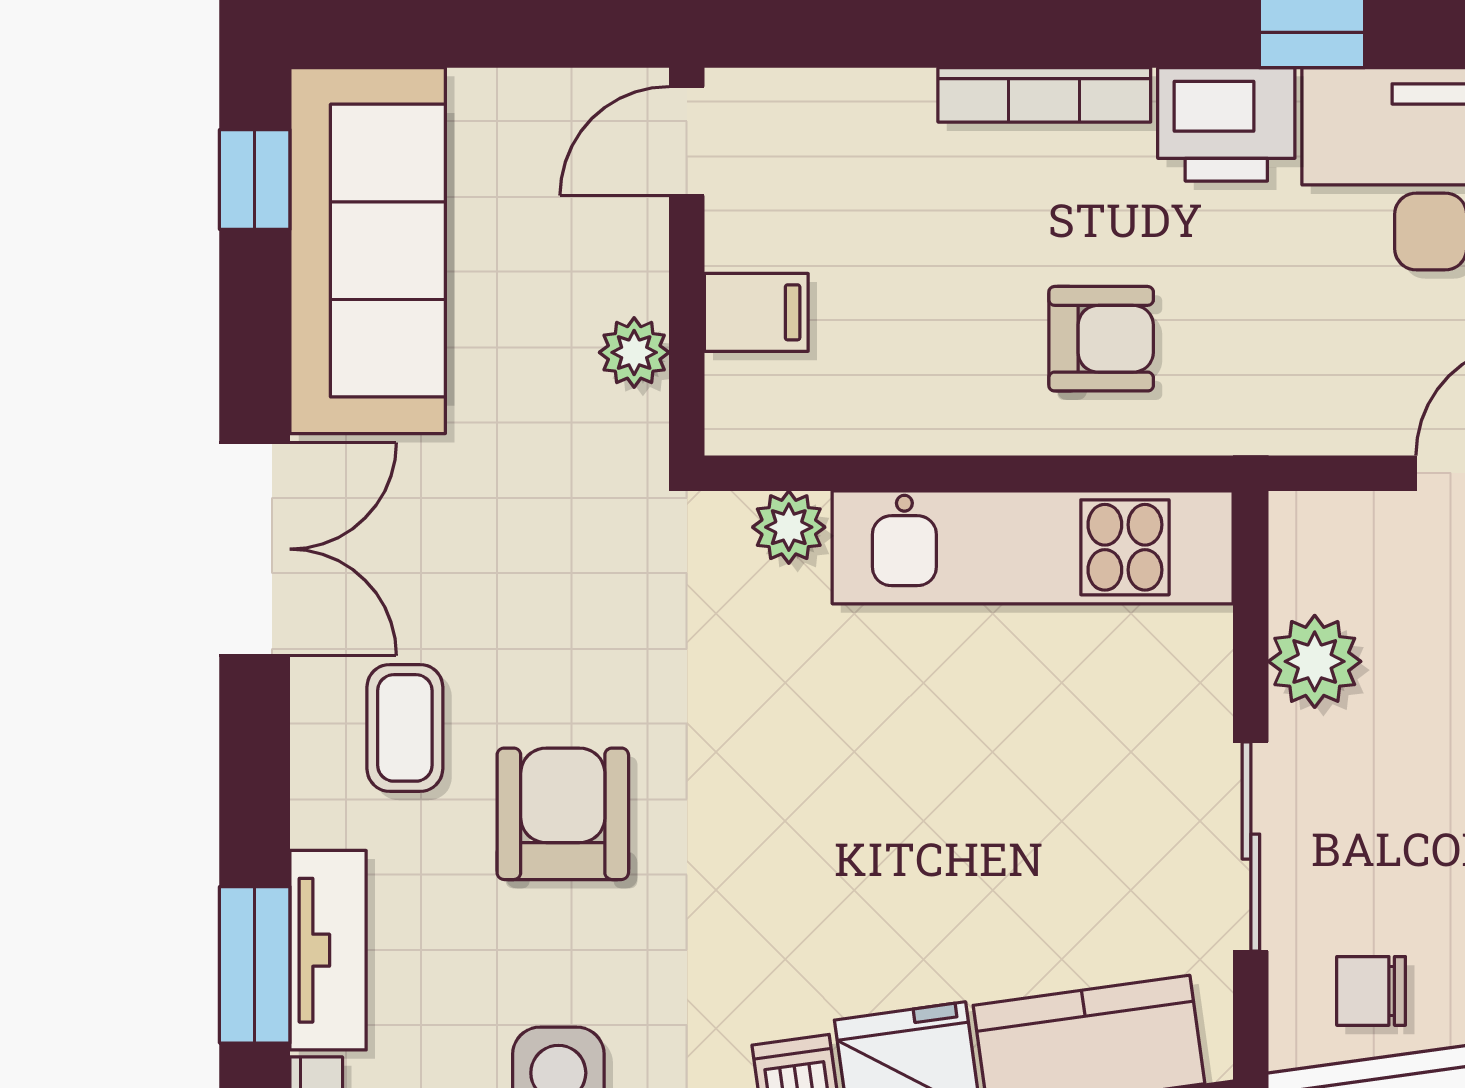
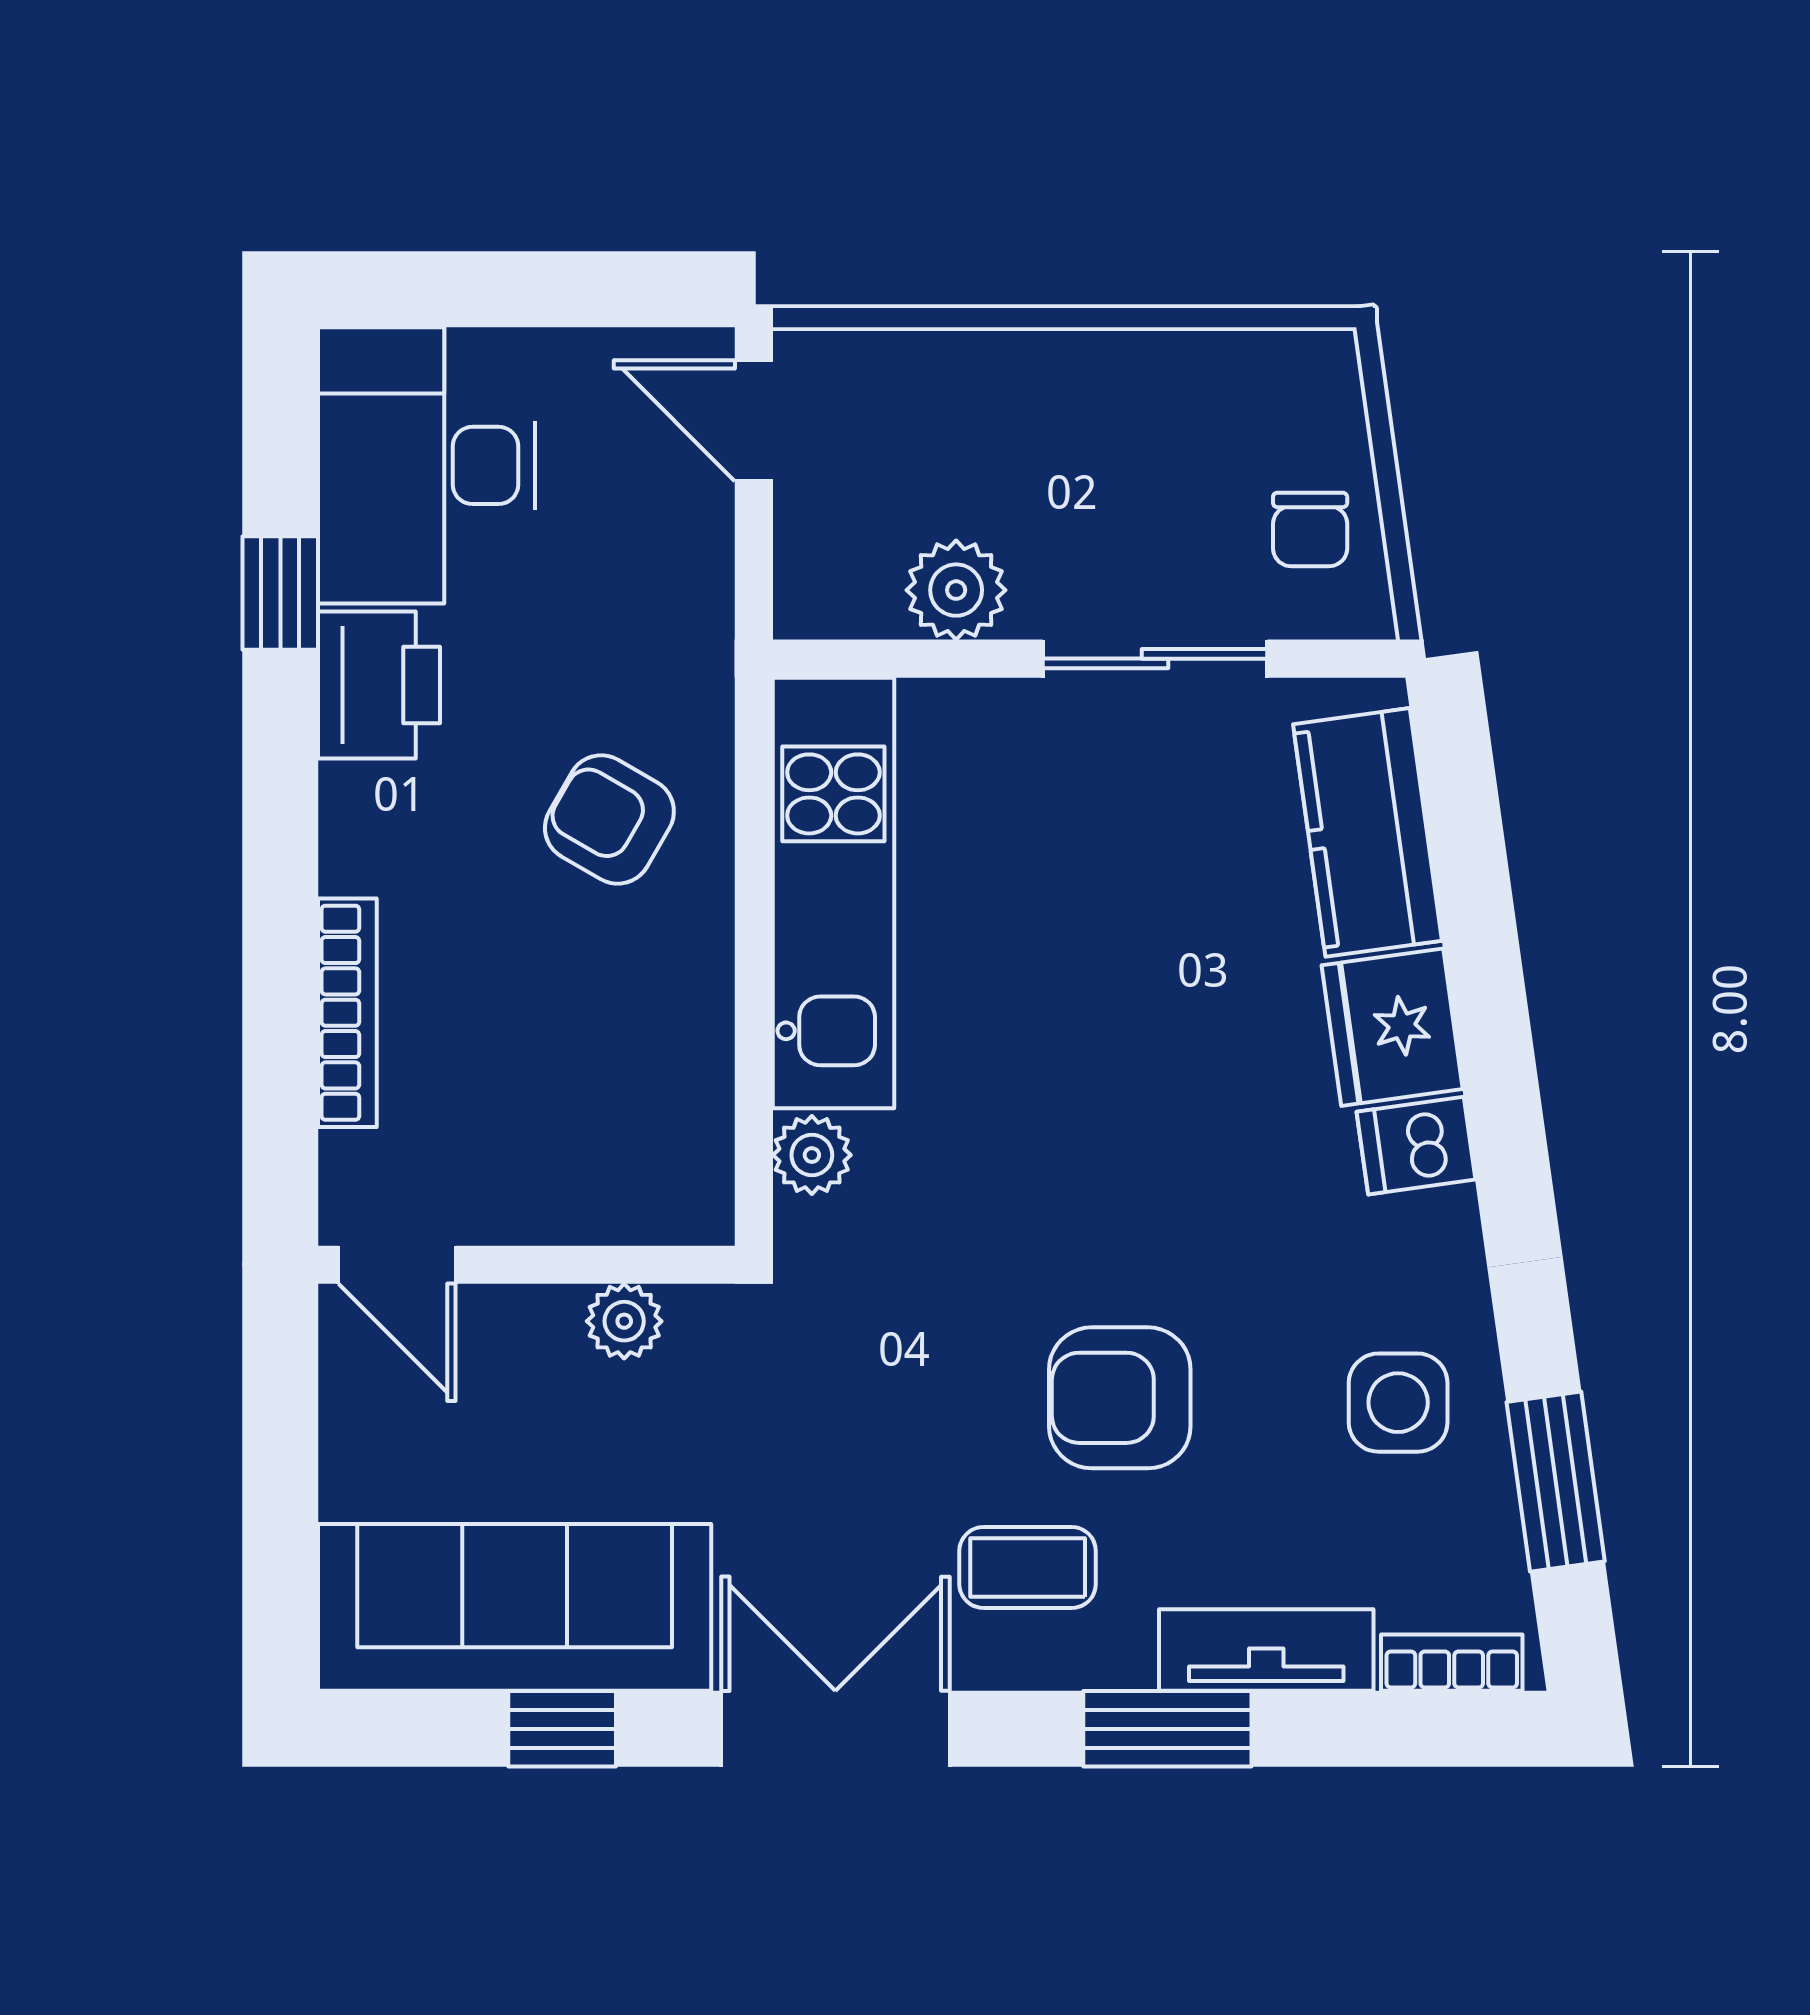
bookcase: (1044, 95) -> (347, 1013), moved
window: (255, 180) -> (562, 1729), moved
filing cabinet: (756, 312) -> (581, 1190), removed
armchair: (1101, 339) -> (609, 820), turned -60
window: (255, 965) -> (1167, 1729), moved

